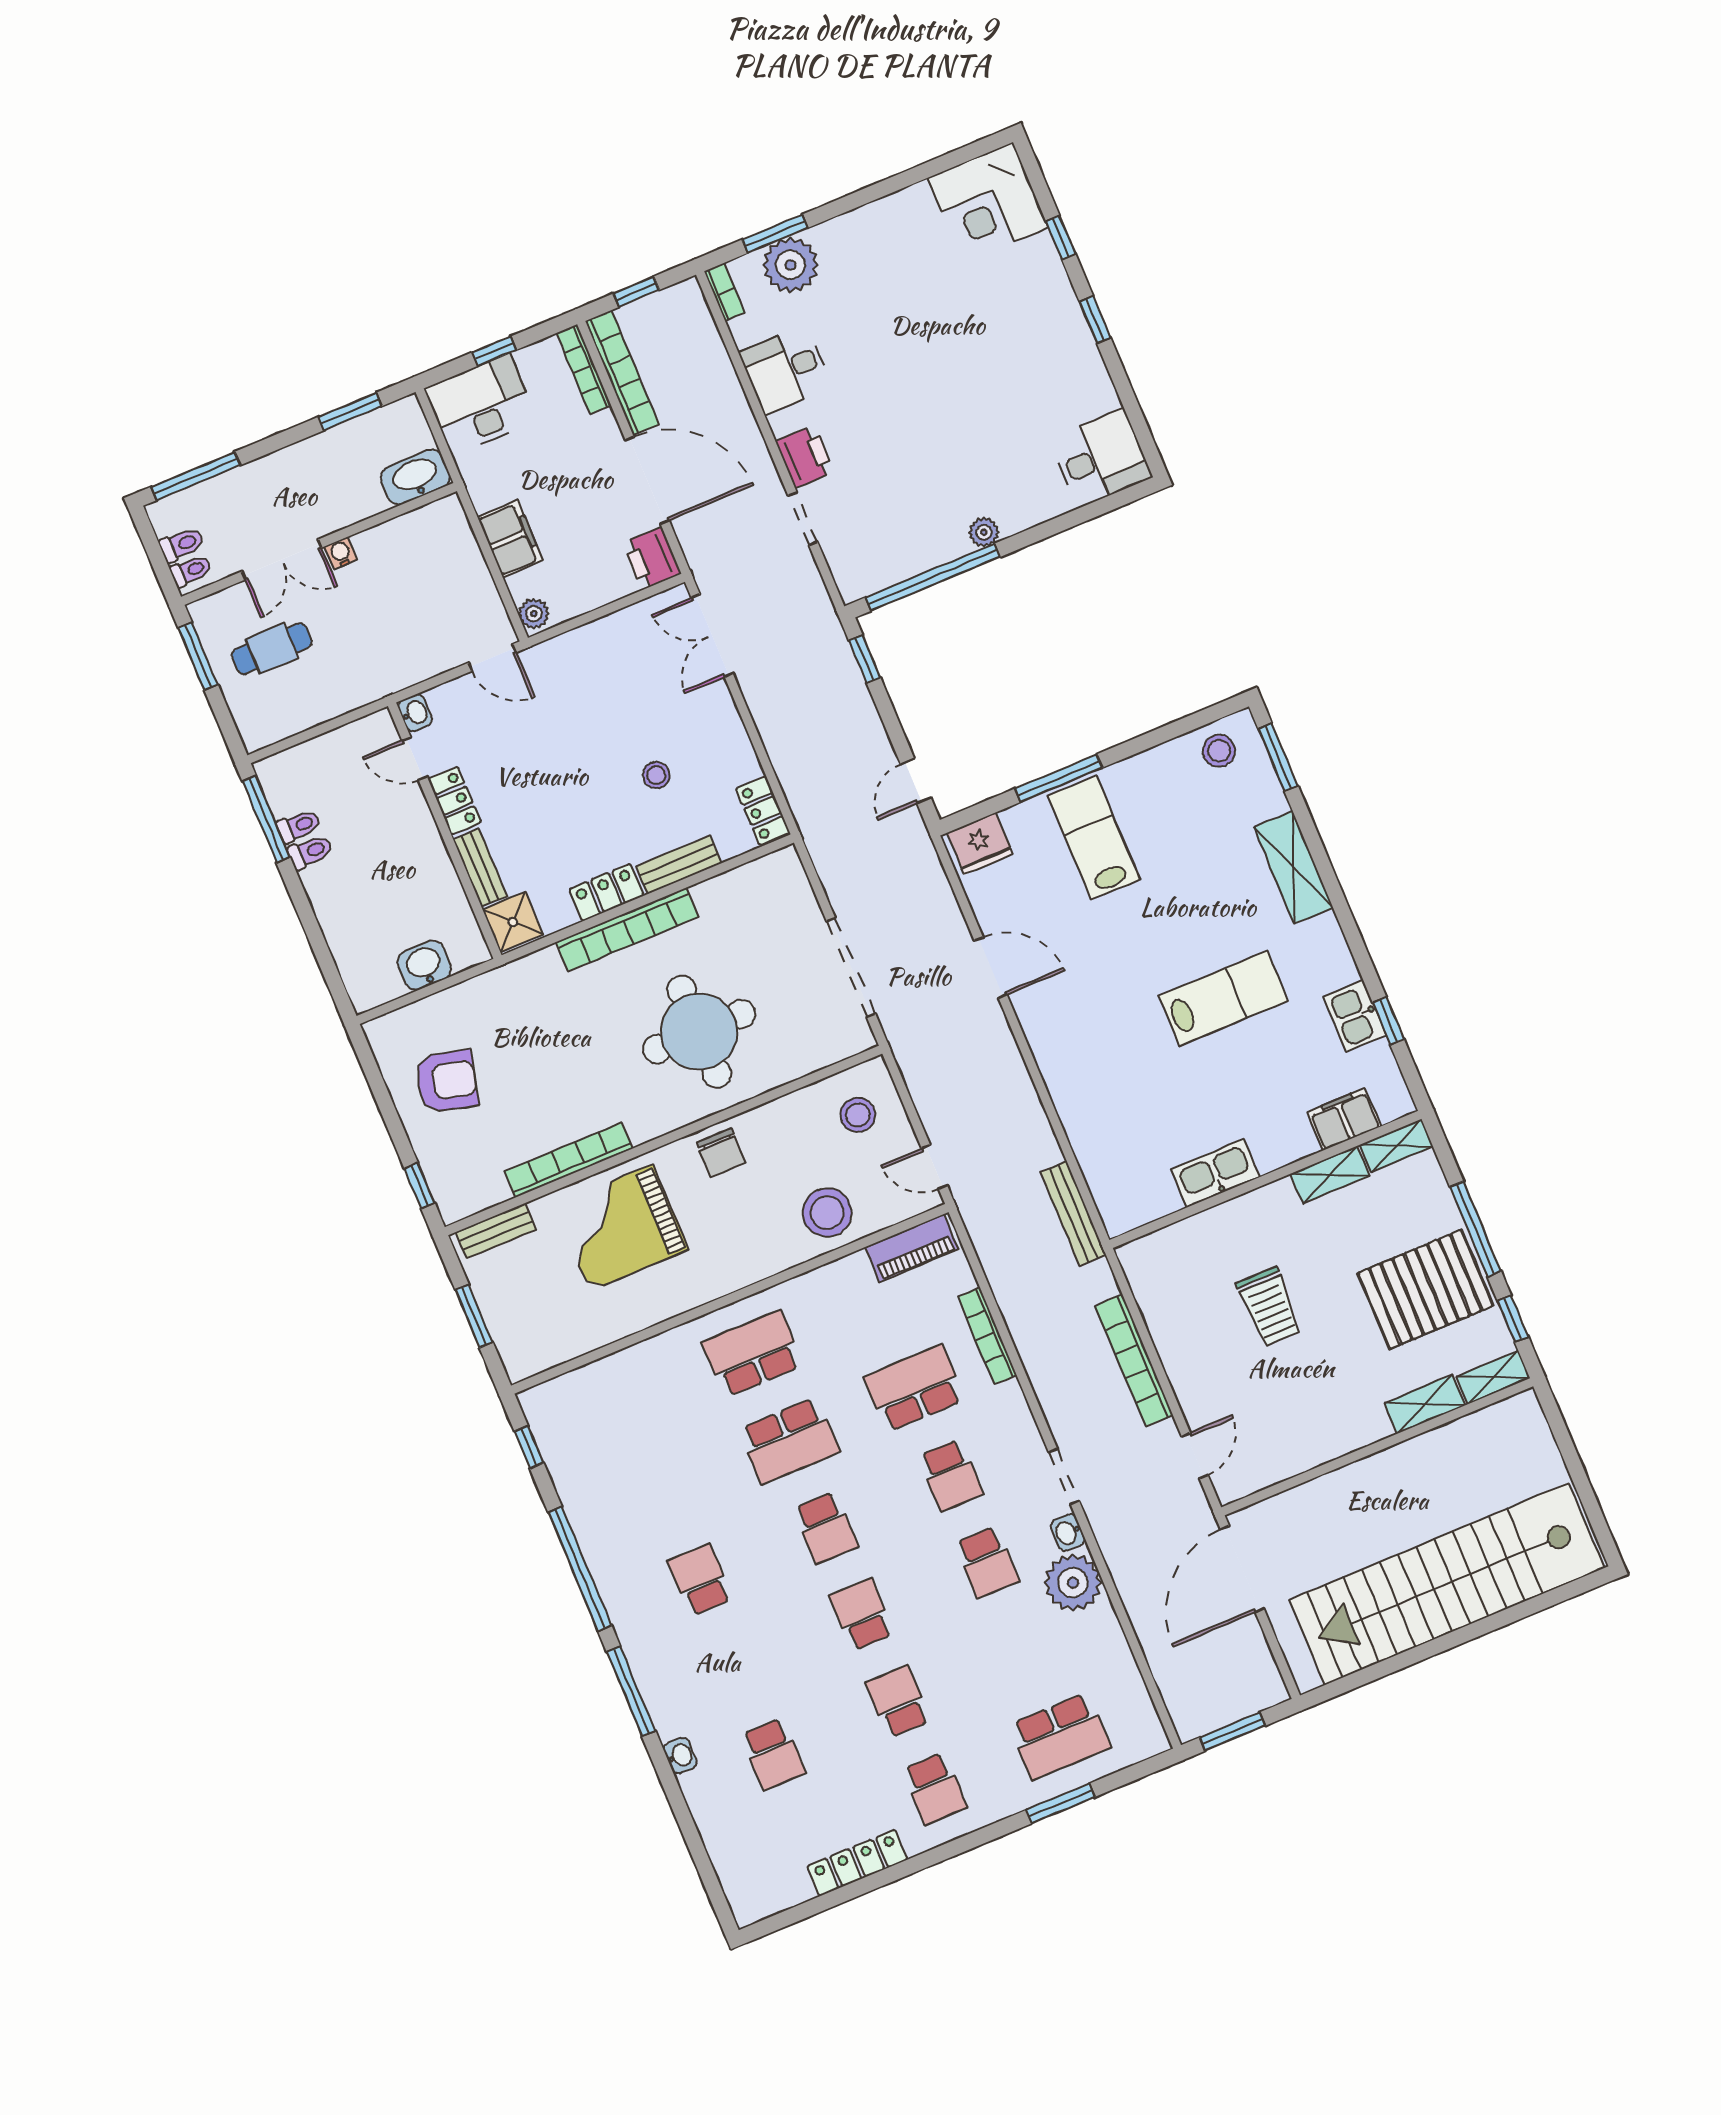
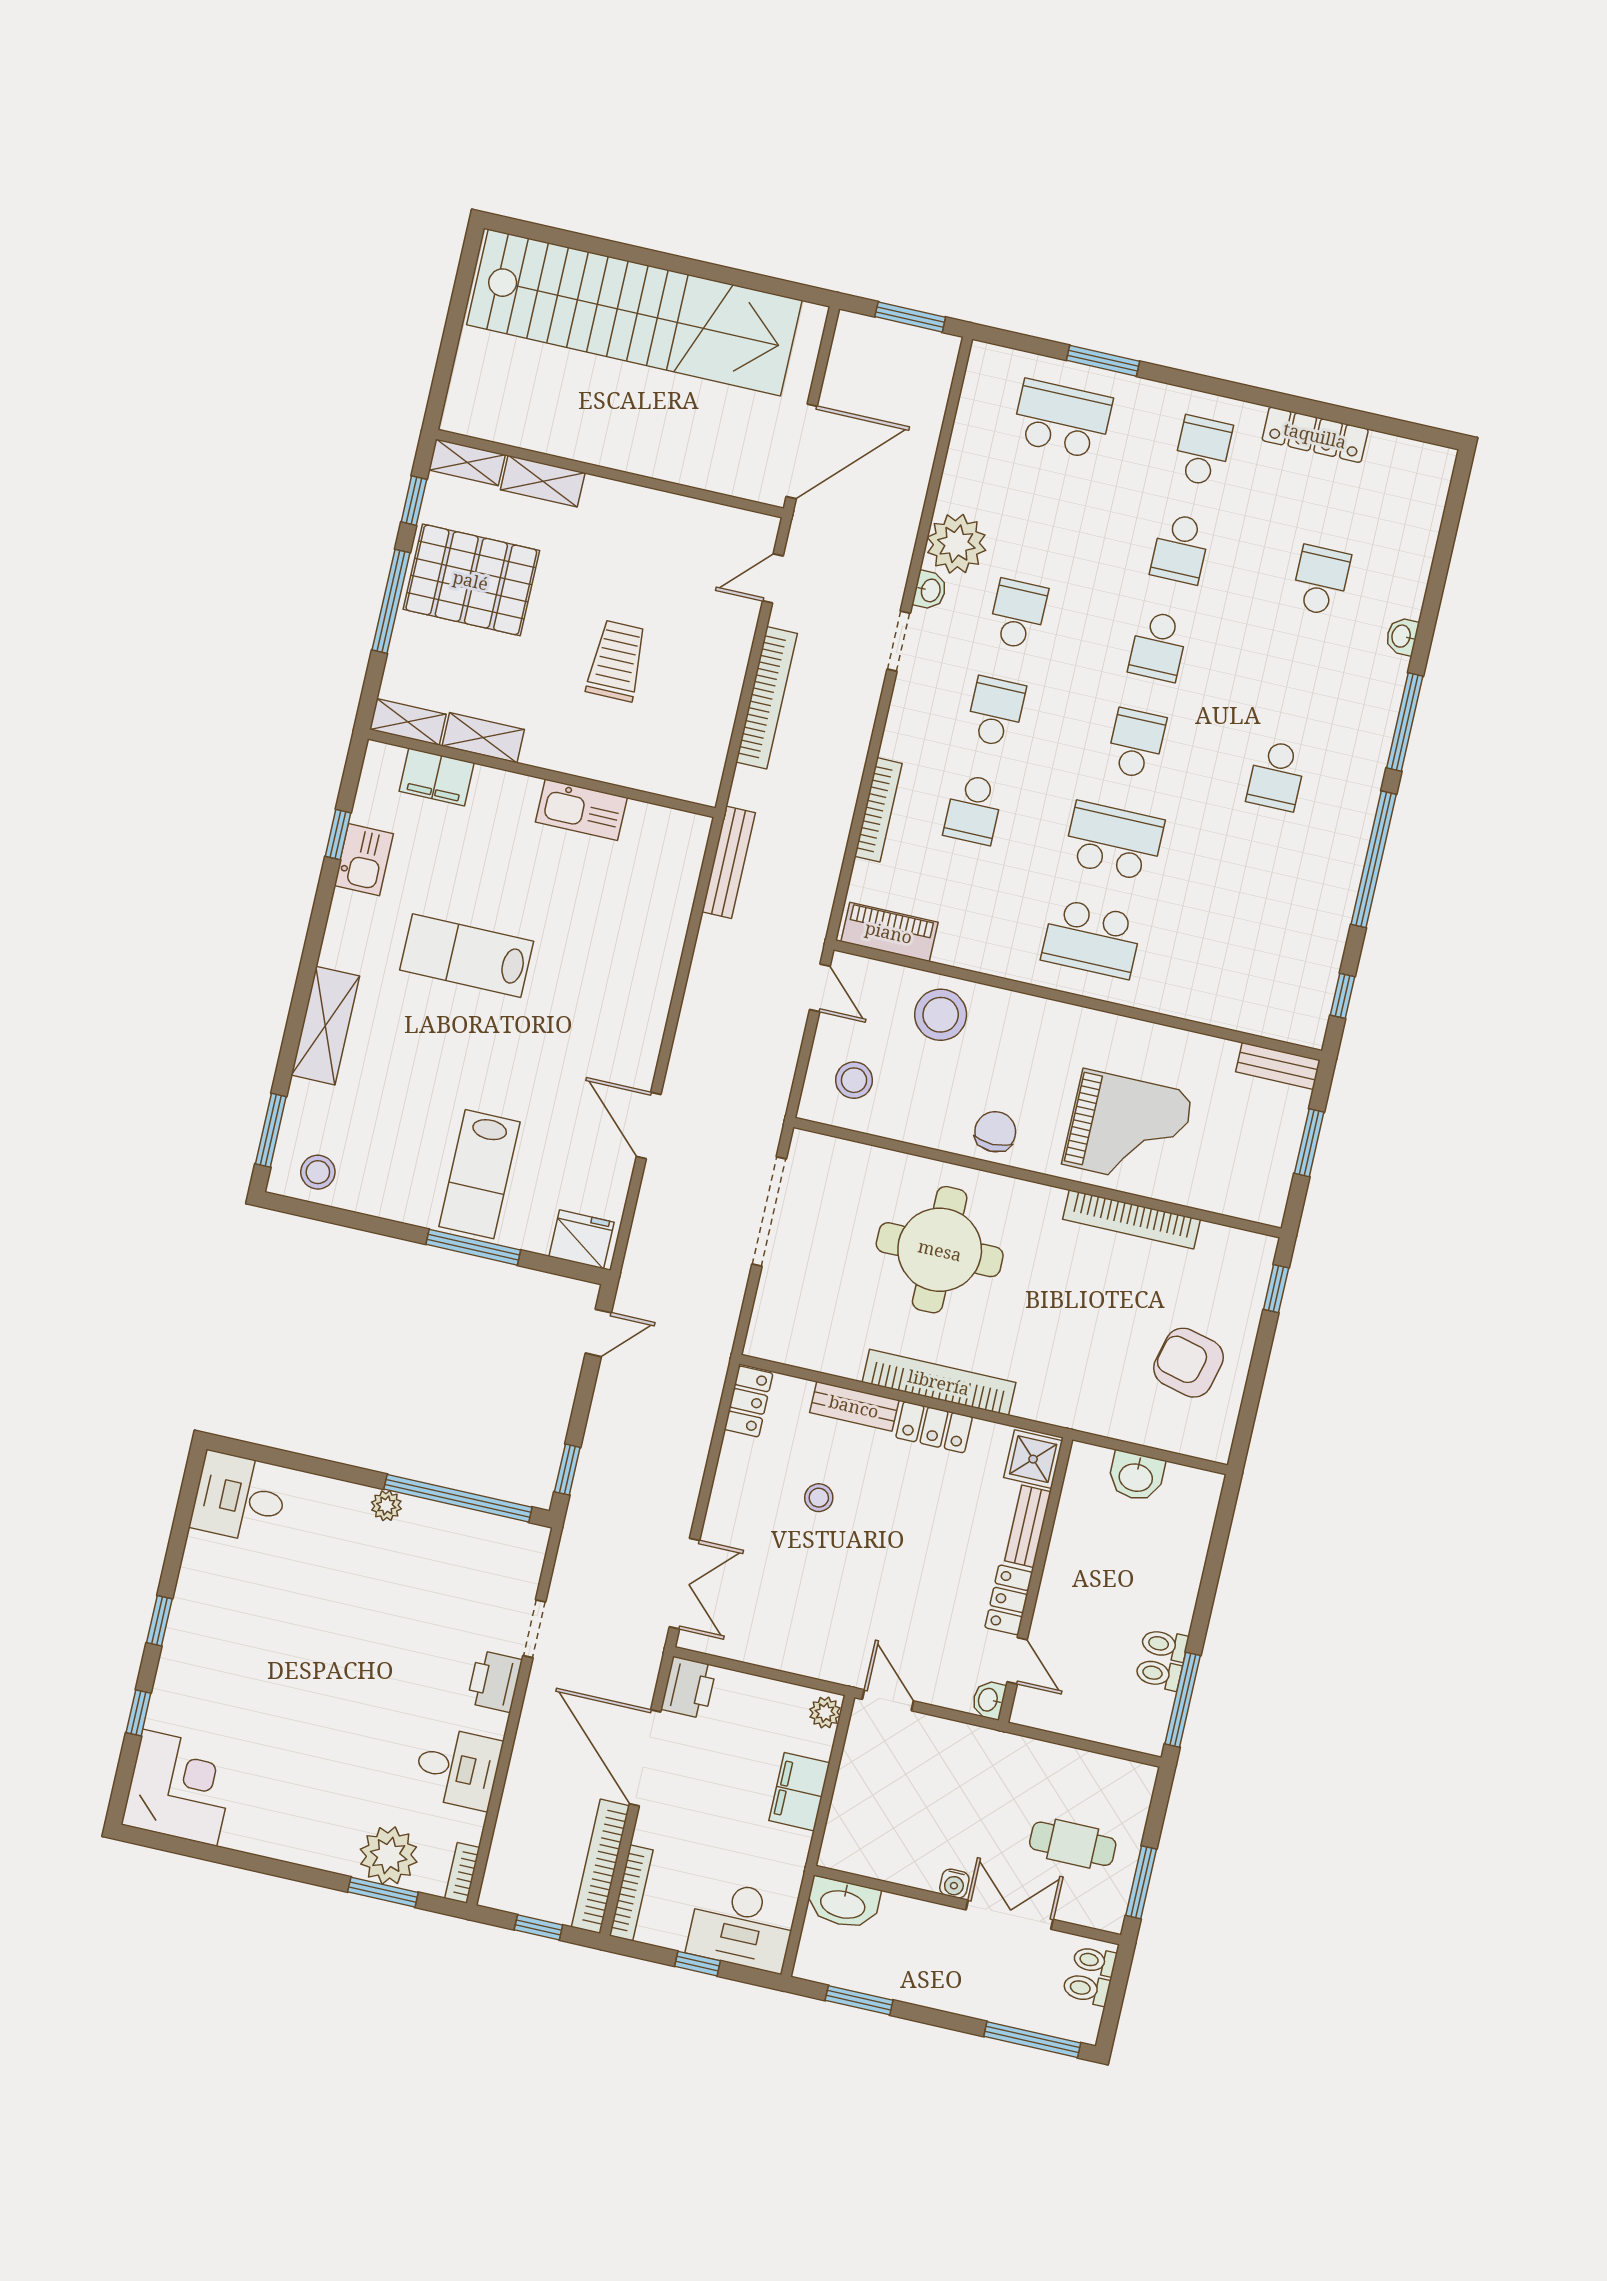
bench: (496, 1231) -> (1278, 1066), moved
school desk: (914, 1388) -> (973, 809), width x0.54

